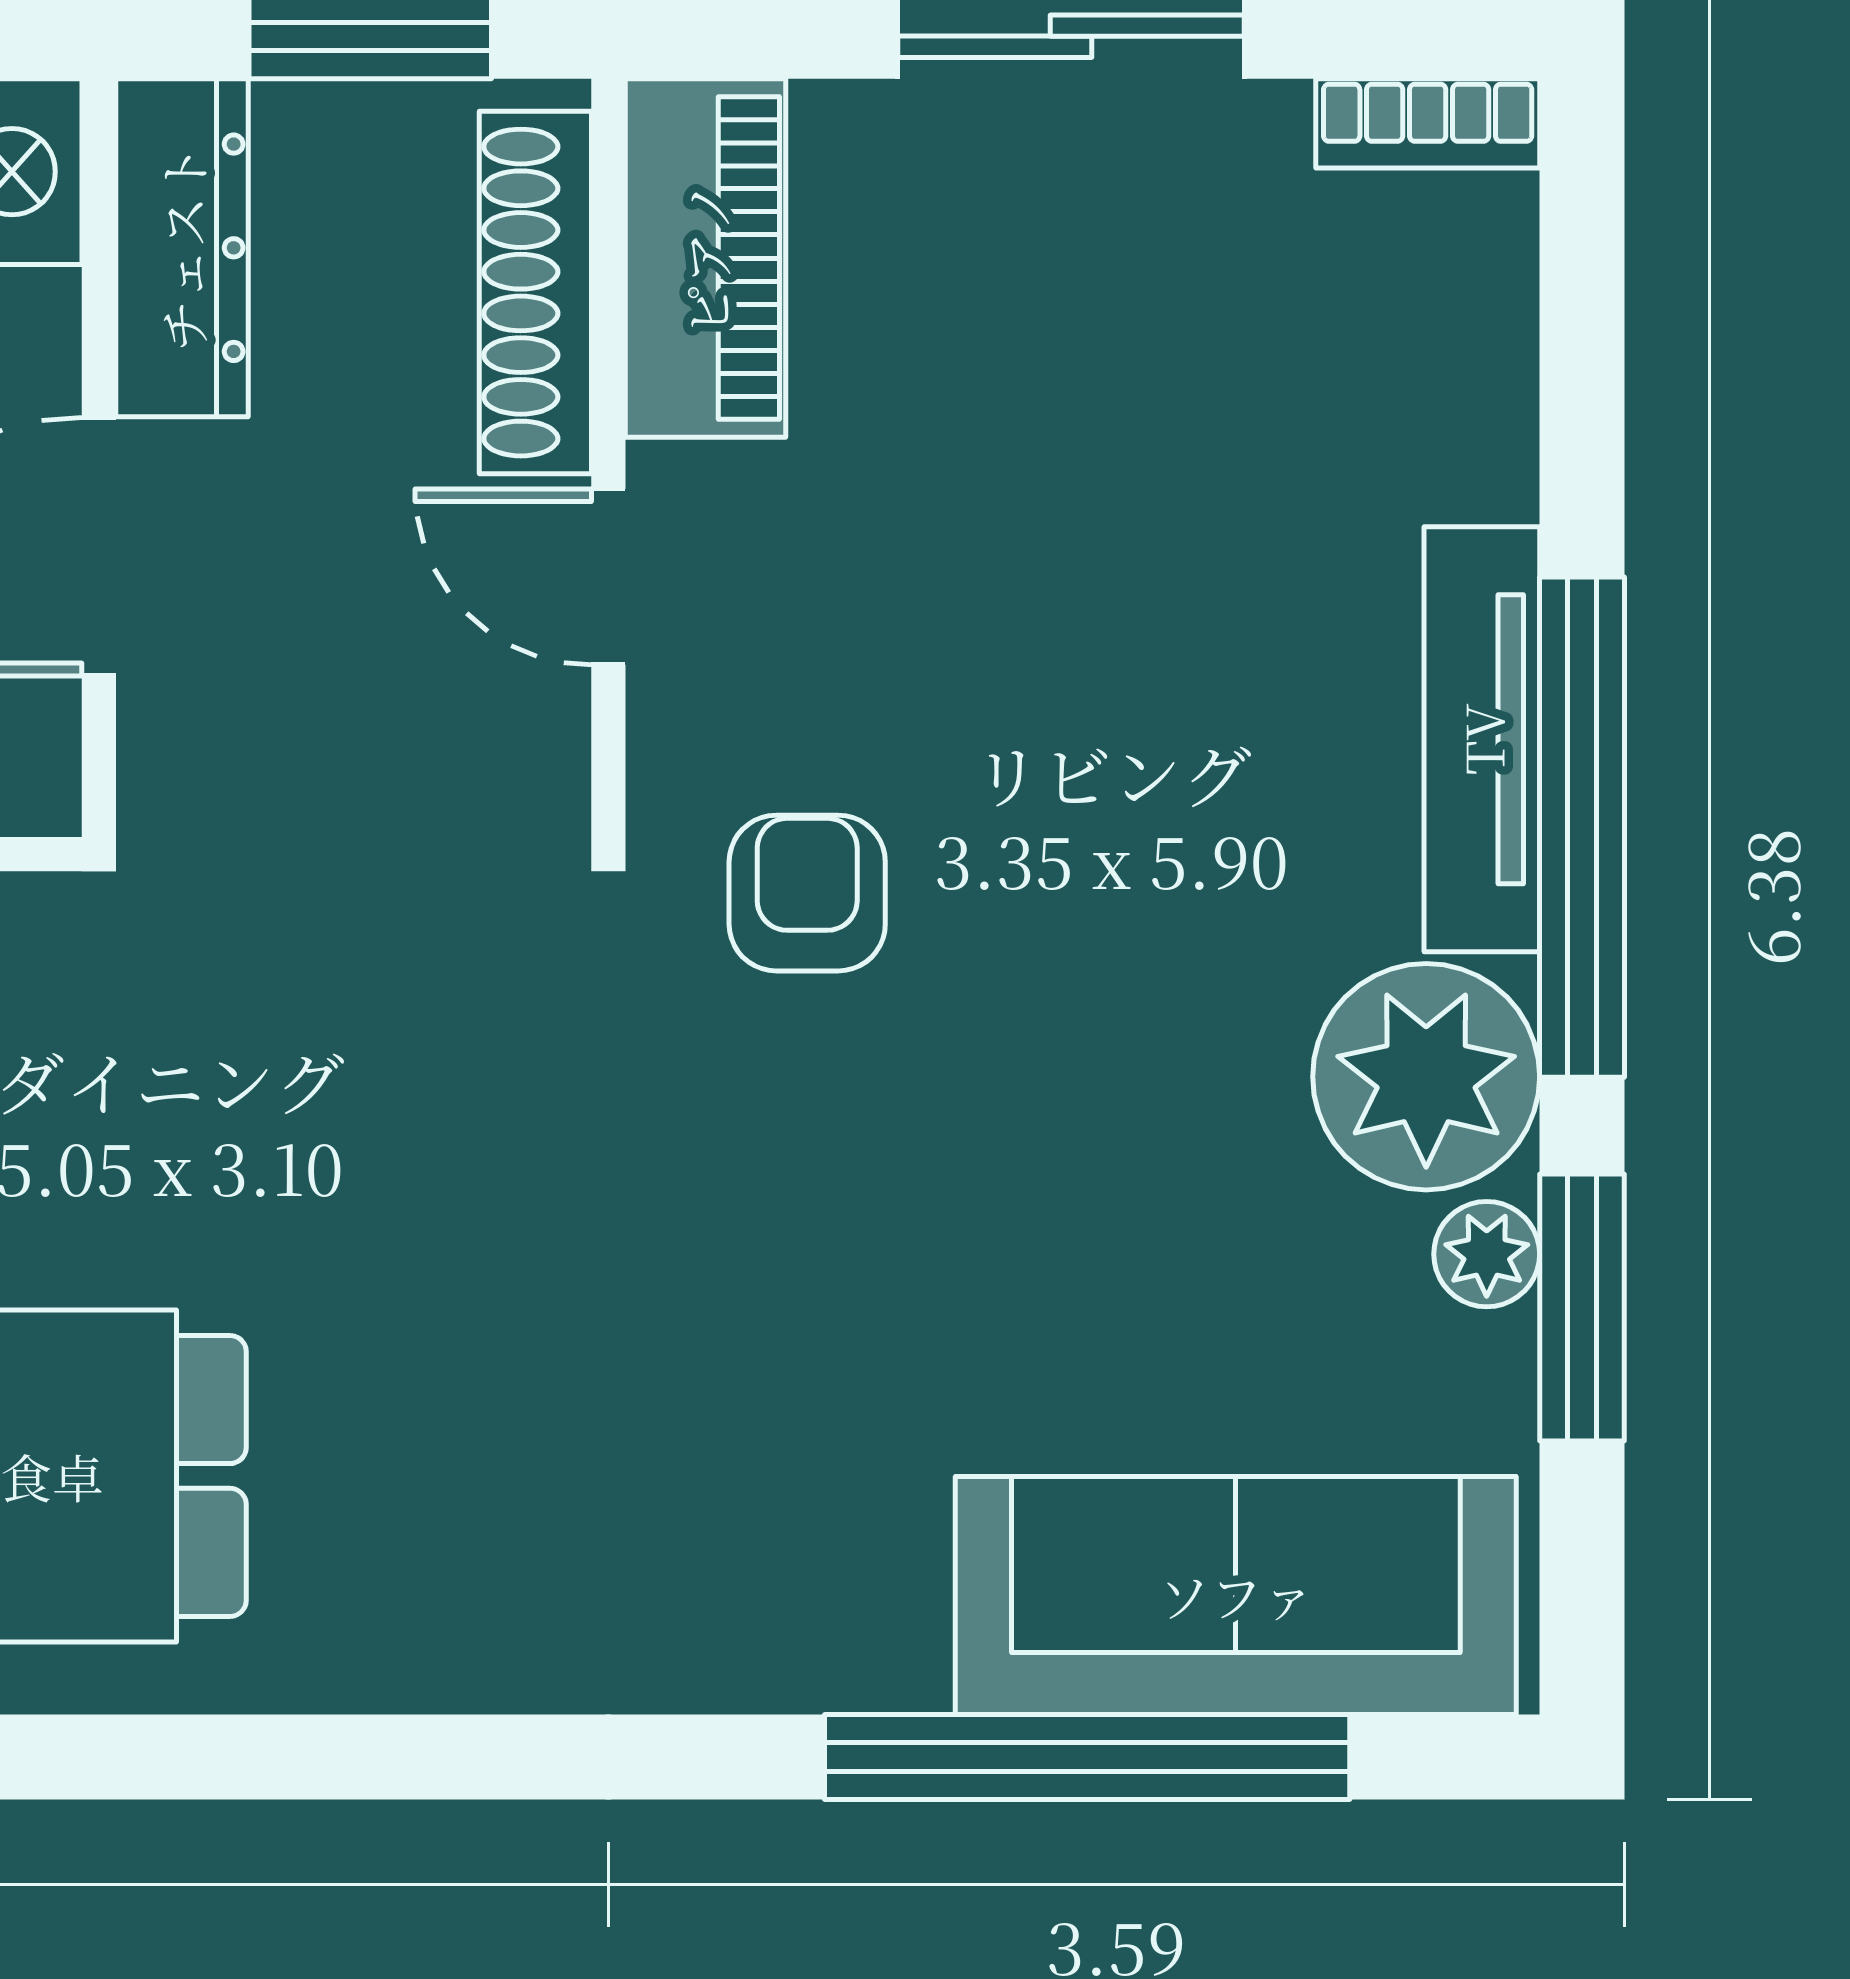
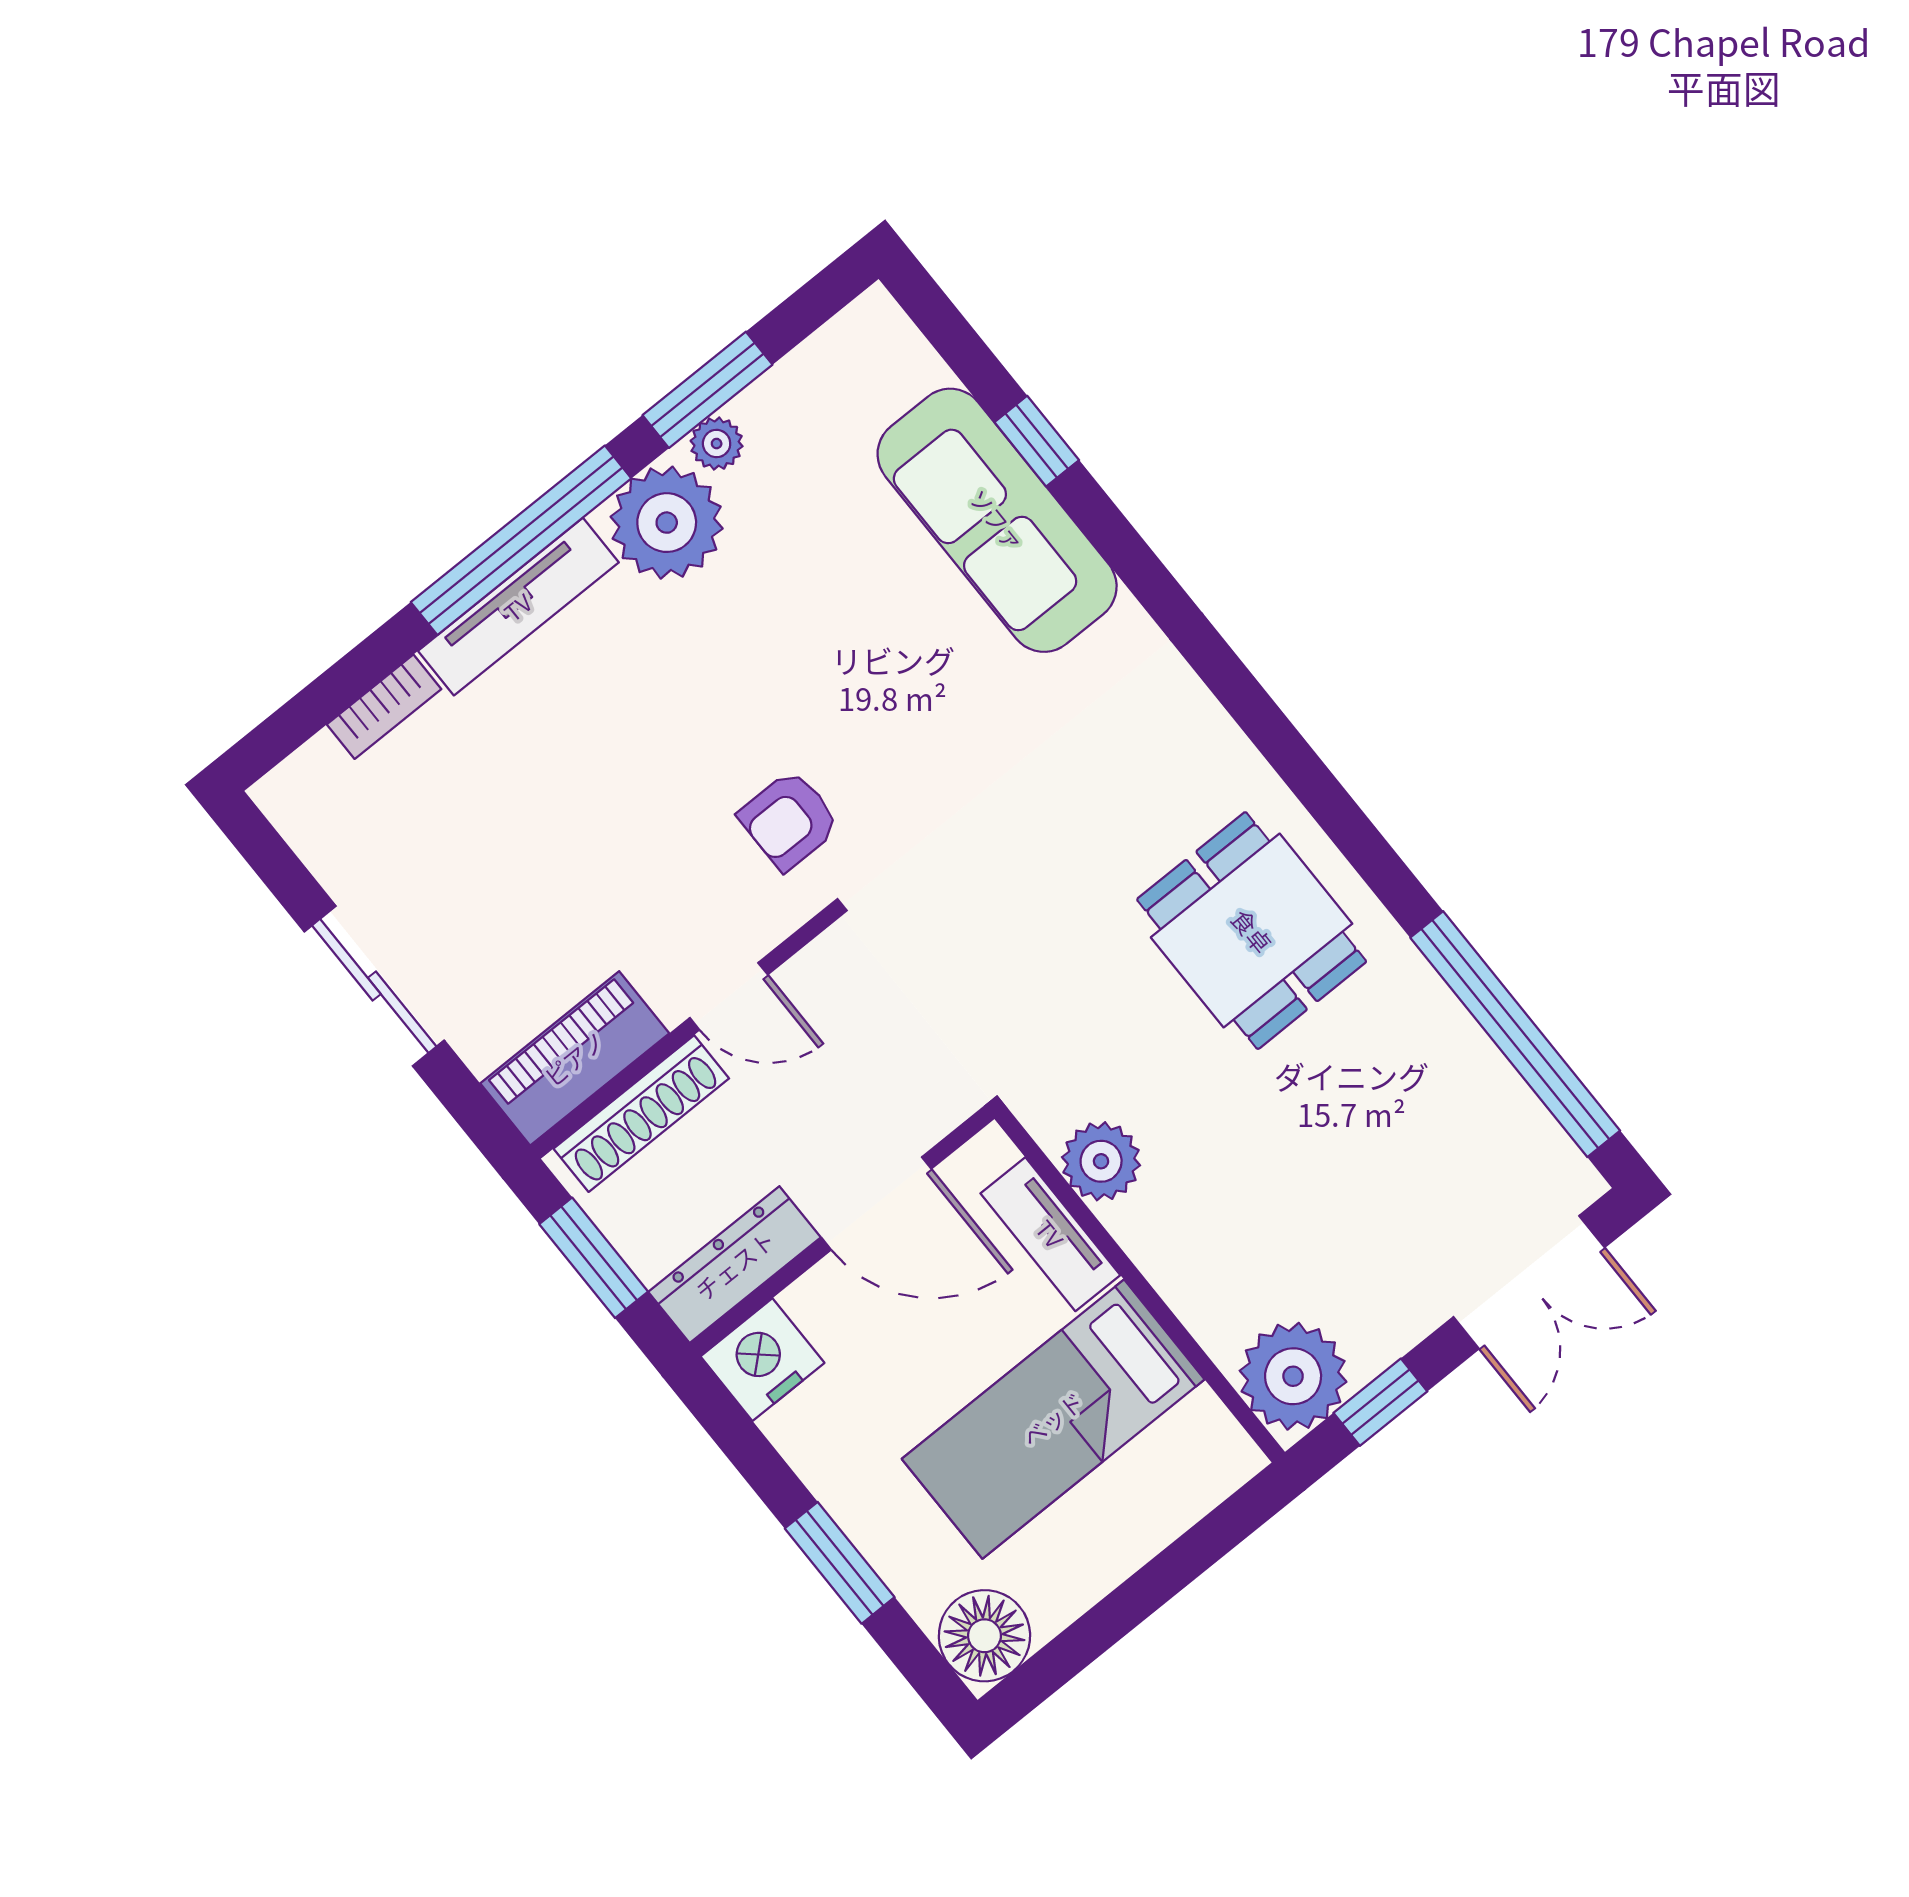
bookcase: (1428, 123) -> (384, 707), moved, turned 90
door: (608, 577) -> (729, 996), hinge flipped
sofa: (1236, 1595) -> (997, 520), moved
window: (1087, 1757) -> (1037, 441), width x0.32

